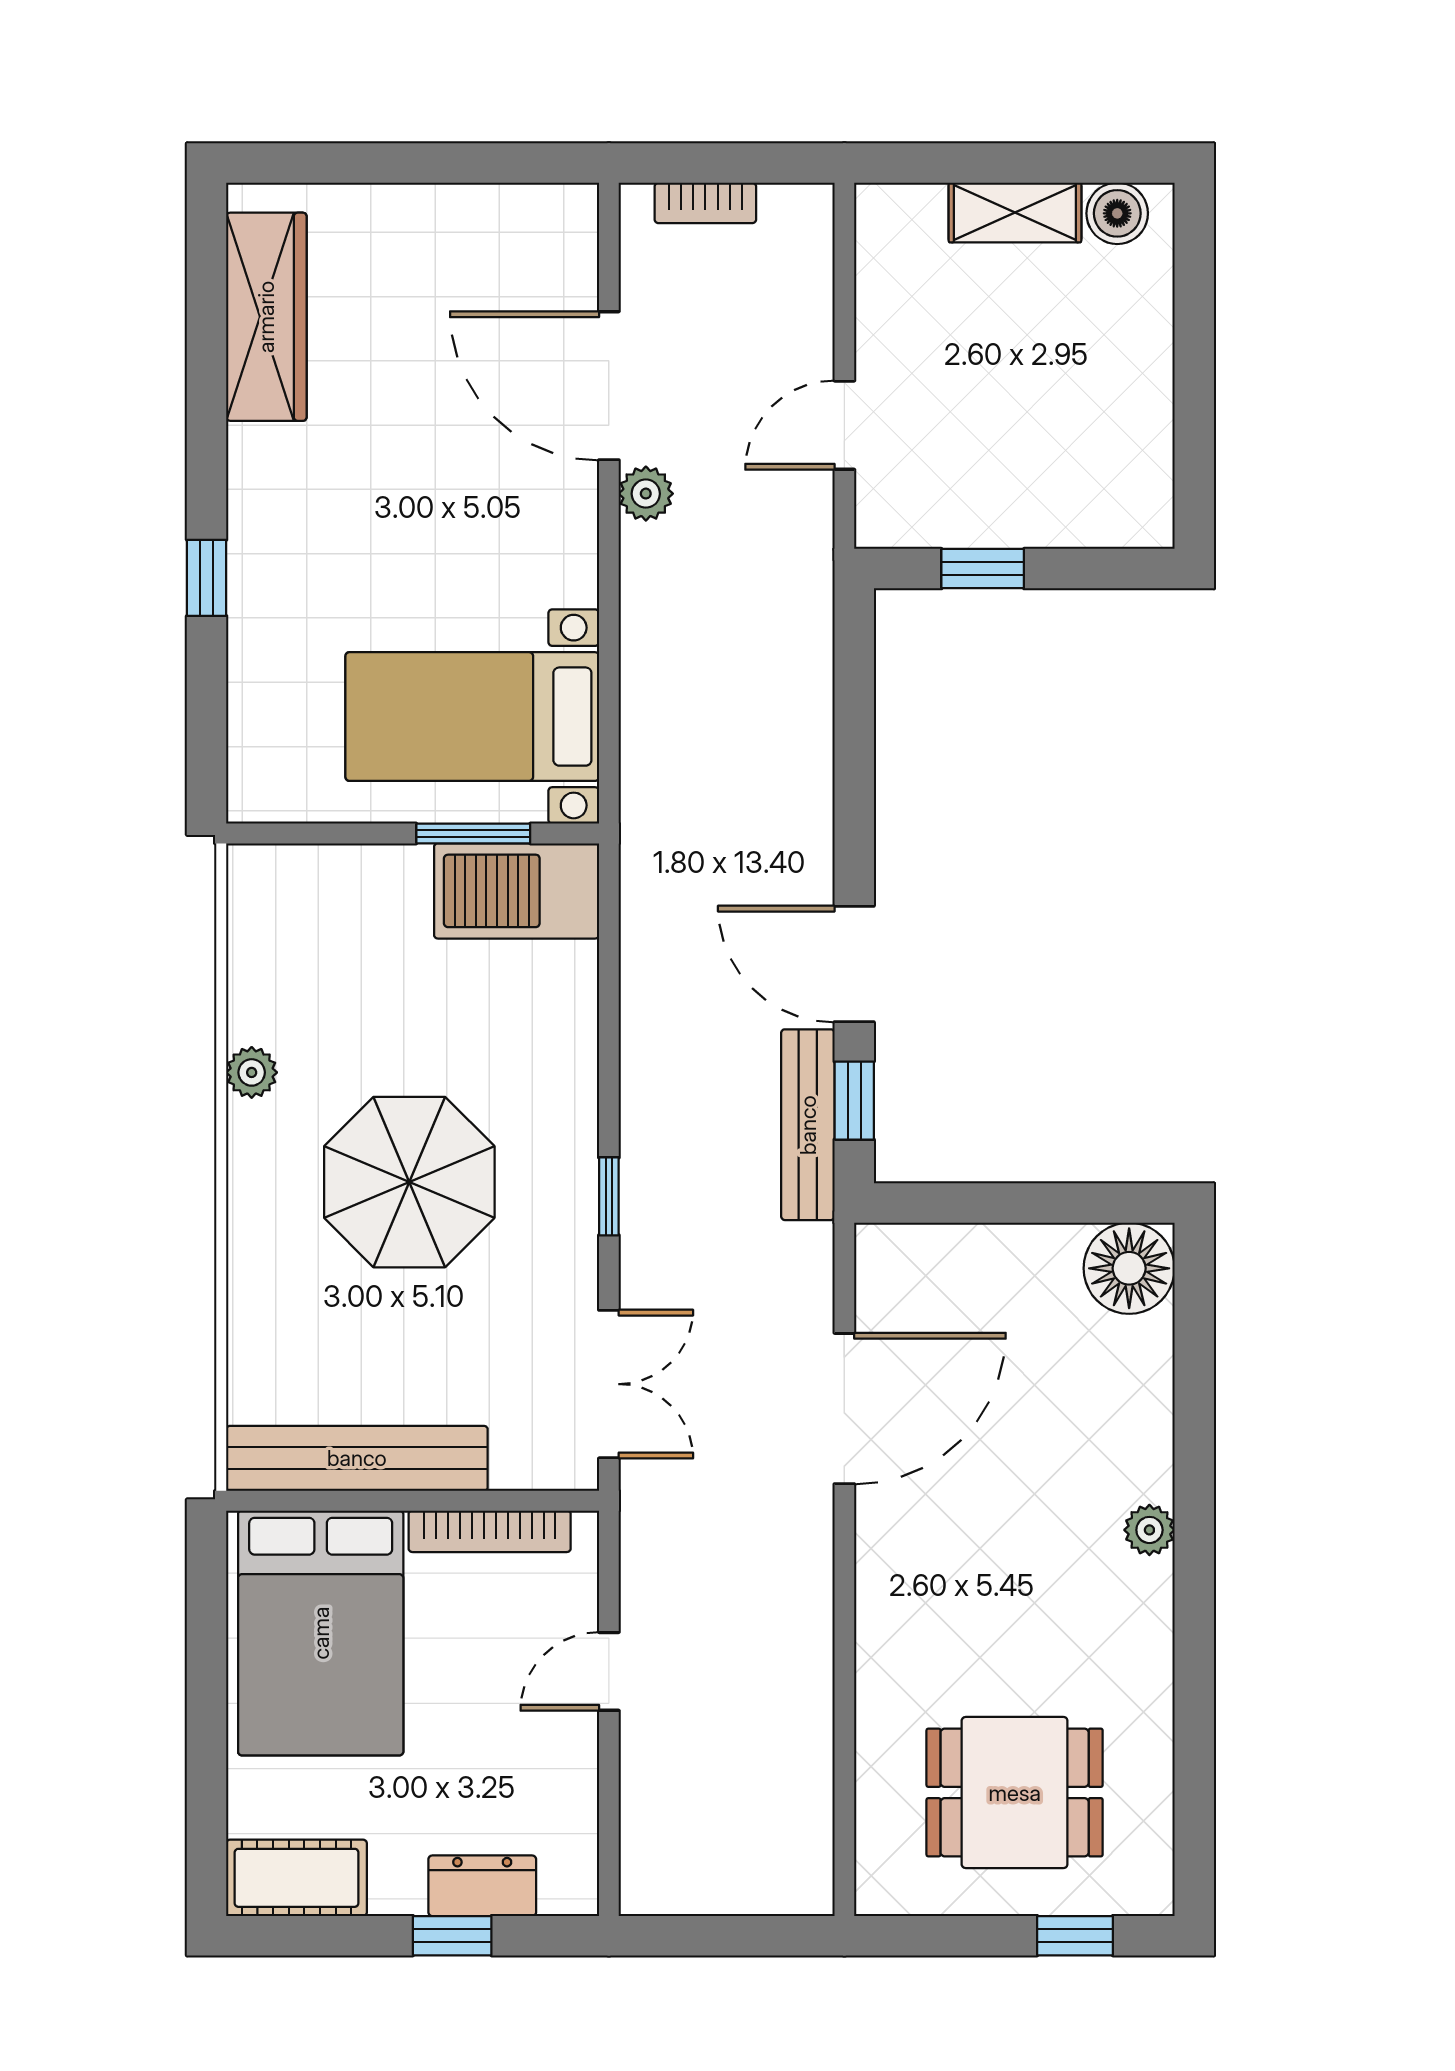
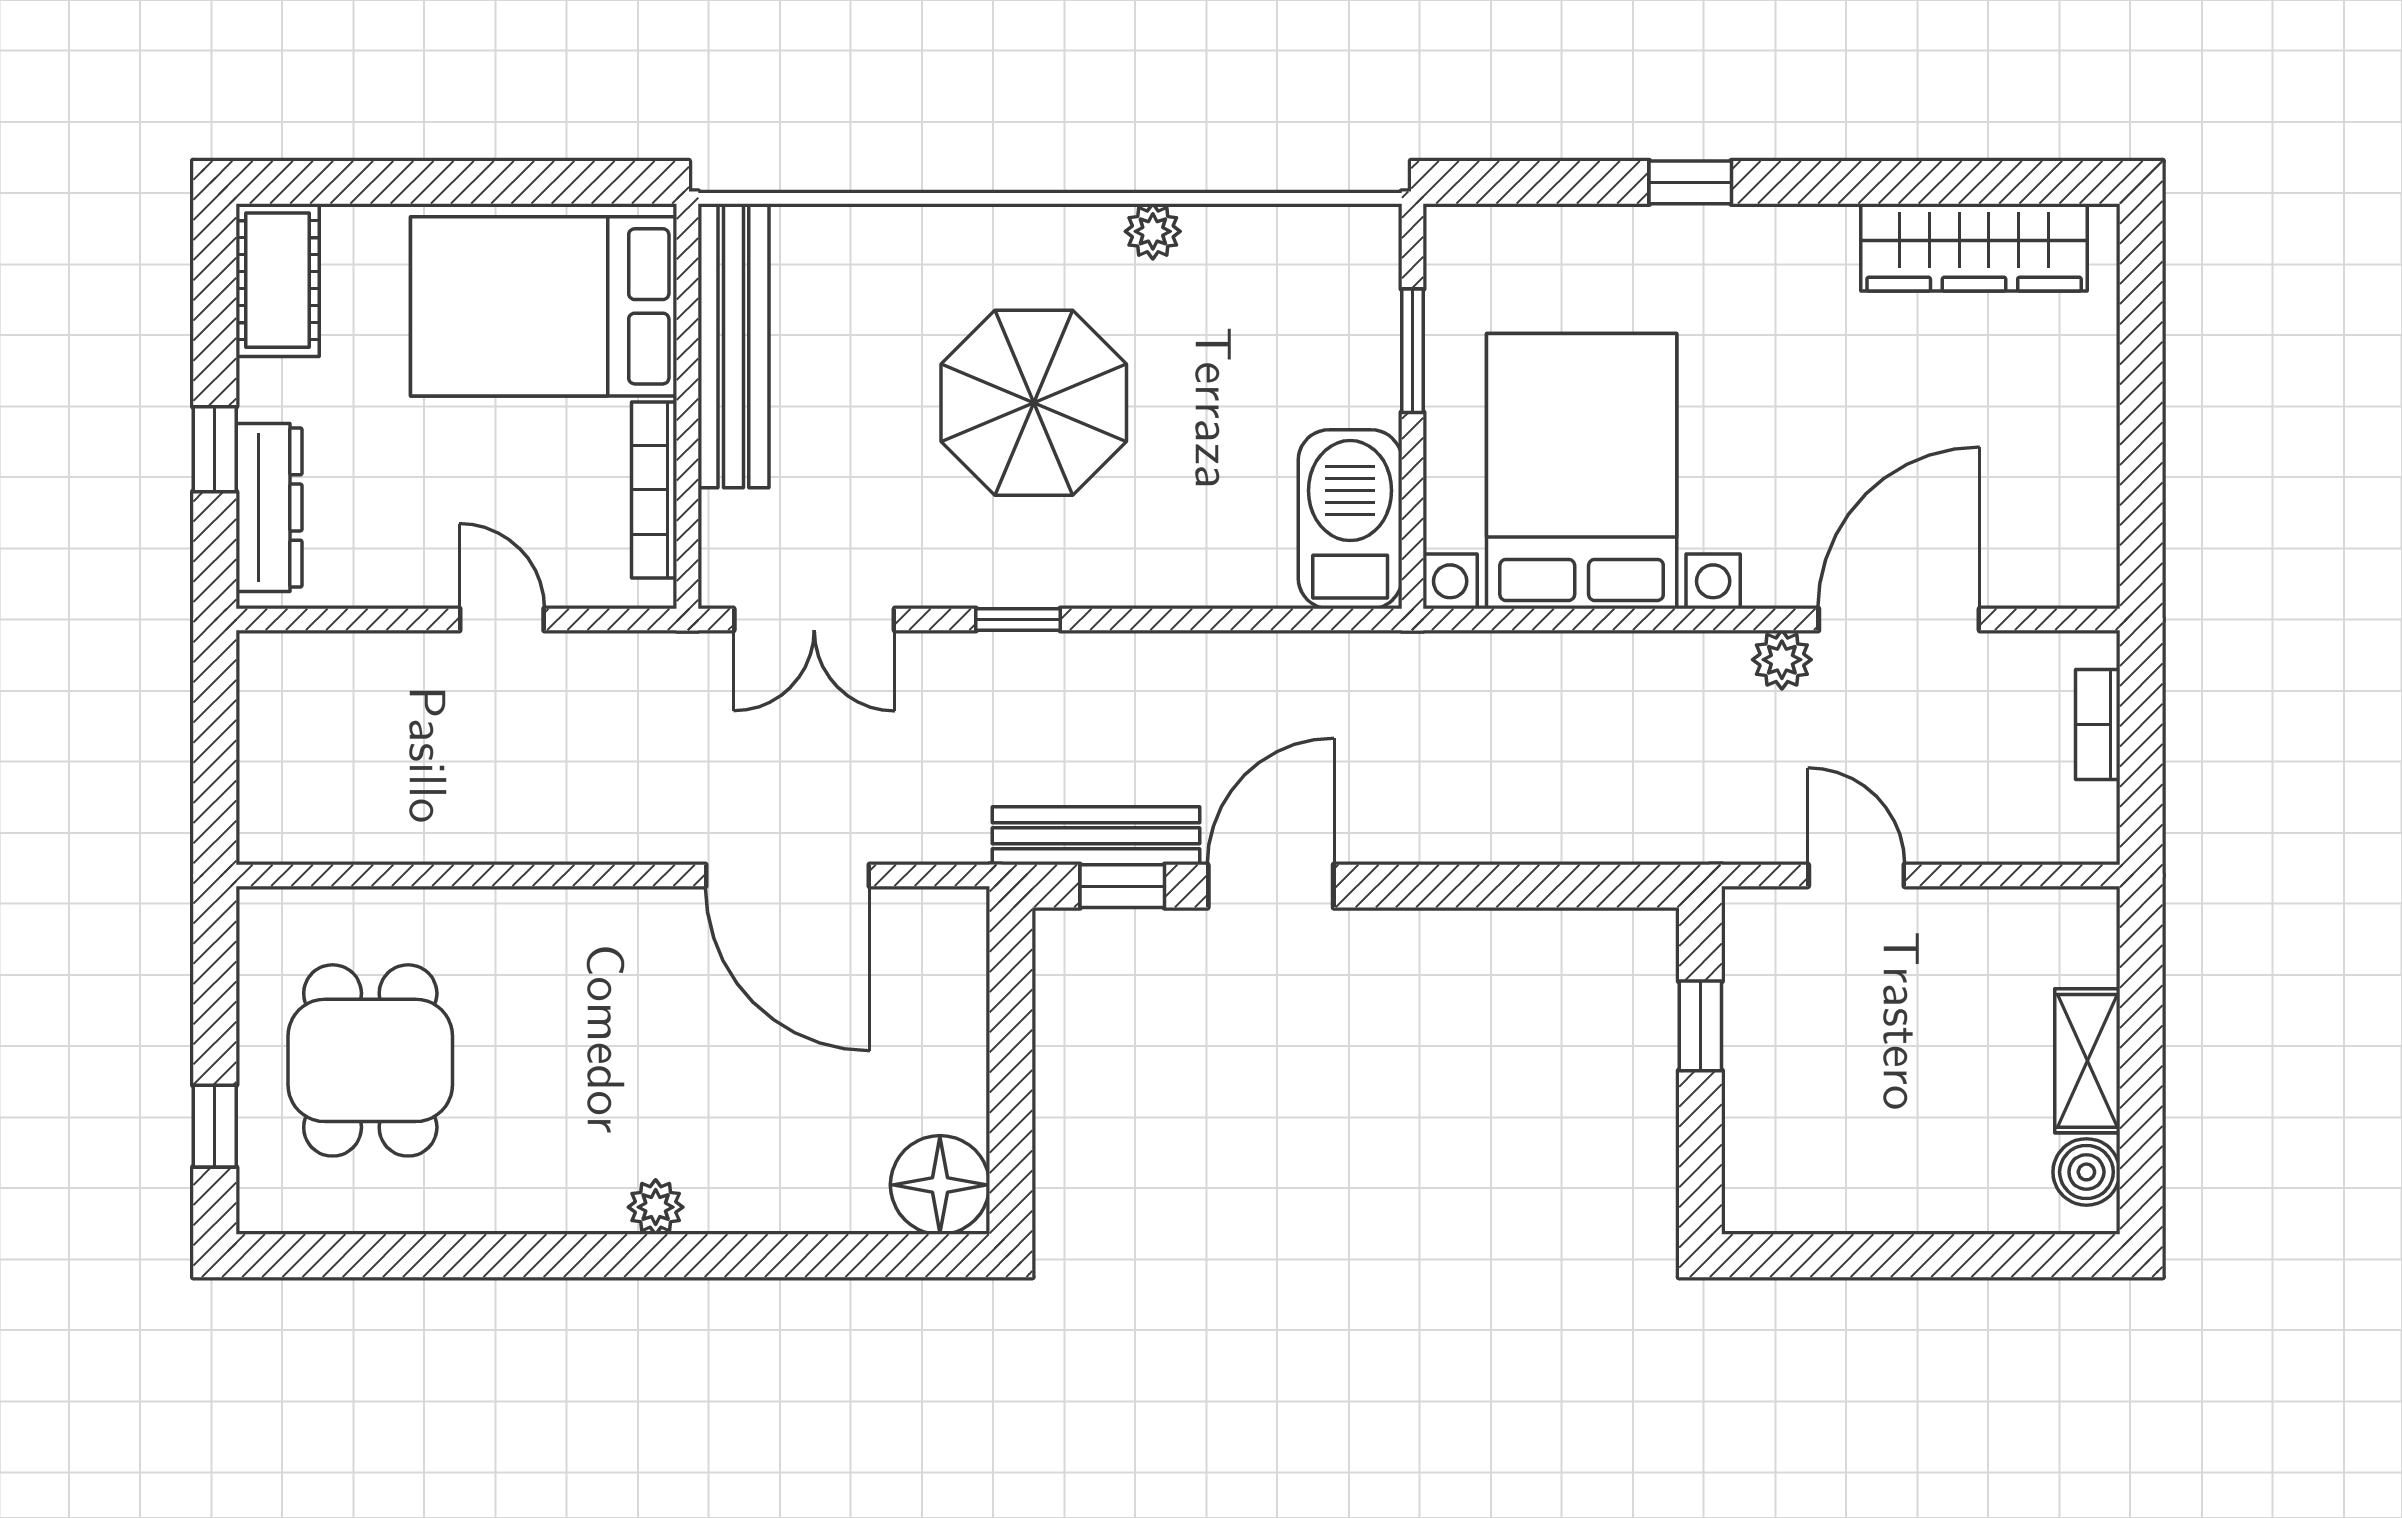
bed with nightstands: (472, 717) -> (1582, 471), width x1.36
window: (473, 833) -> (1412, 351), moved
dresser: (482, 1886) -> (269, 508), width x1.44

